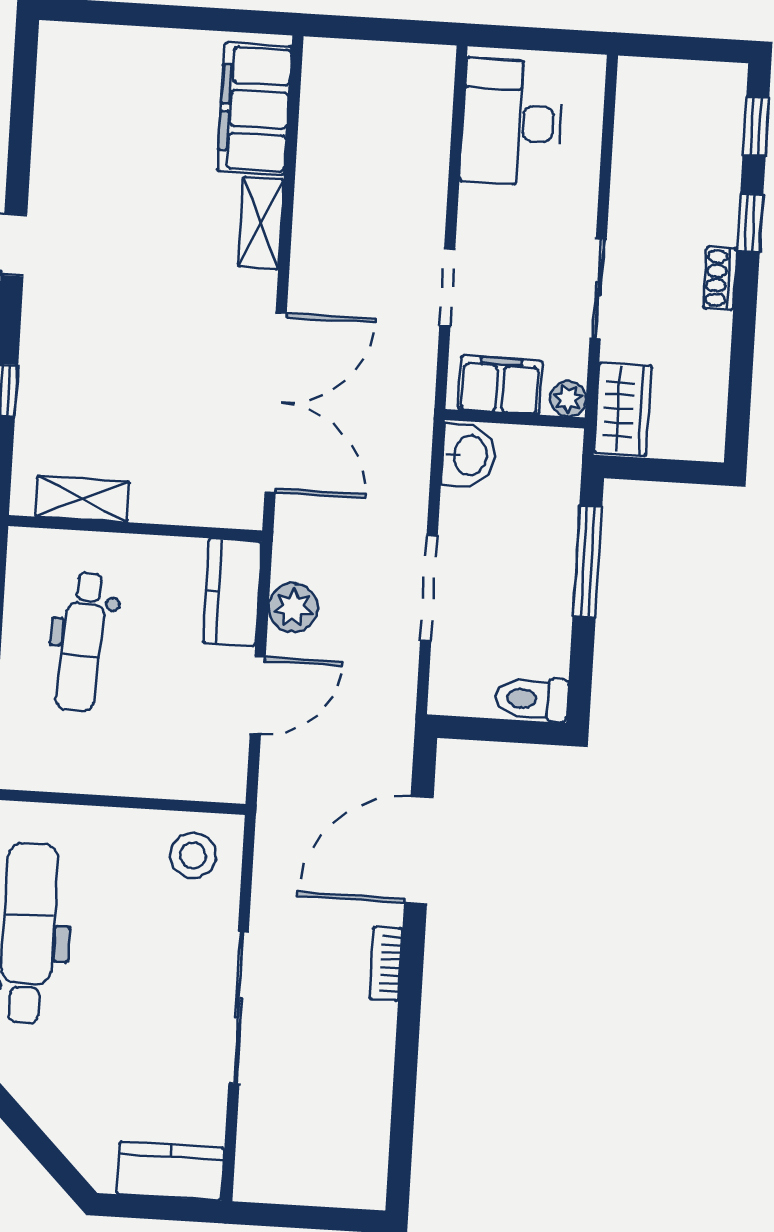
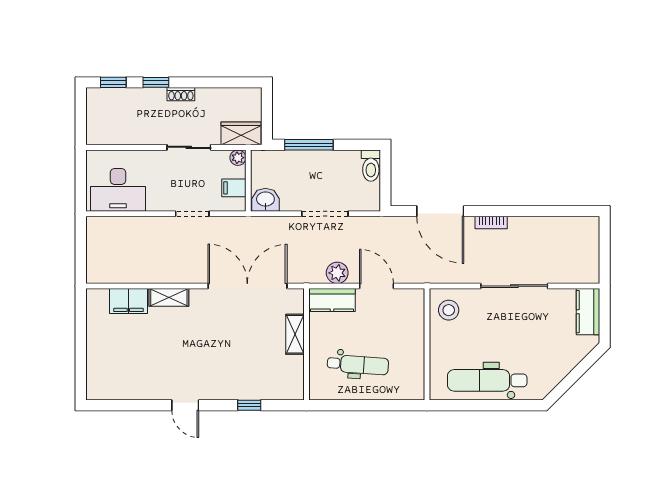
filing cabinet: (254, 109) -> (128, 301), width x0.67, depth x0.86
filing cabinet: (500, 385) -> (234, 188), width x0.50
shelving: (82, 499) -> (295, 334), moved

